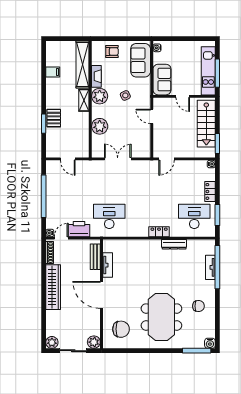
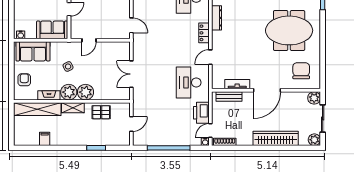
pallet: (54, 118) -> (101, 112), moved
plant: (100, 126) -> (86, 92), moved
door: (61, 238) -> (210, 130), hinge flipped
door: (135, 238) -> (210, 57), added
wardrobe: (53, 287) -> (276, 138), moved

